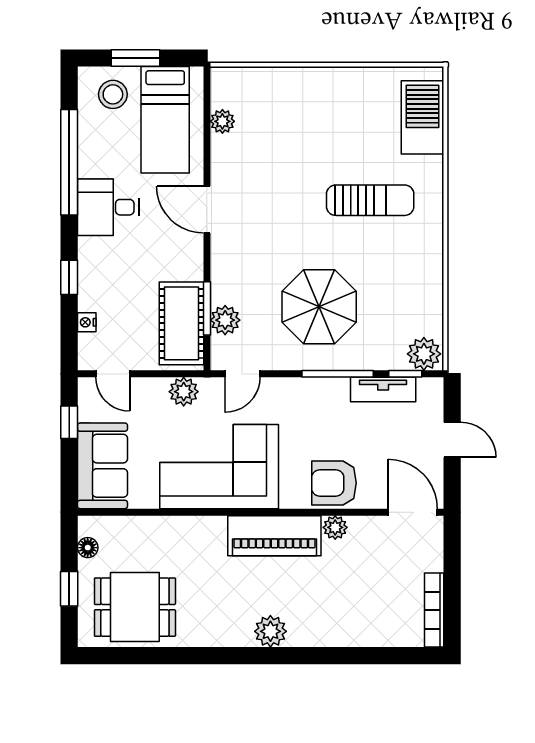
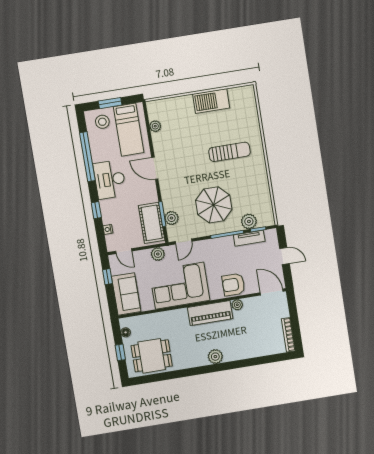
barbecue: (422, 117) -> (211, 101), moved, turned -90
desk: (108, 207) -> (110, 180), width x1.37
plant: (424, 354) -> (249, 221), moved

